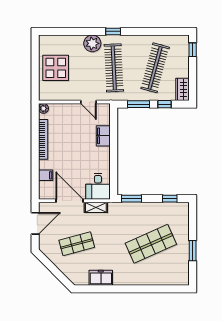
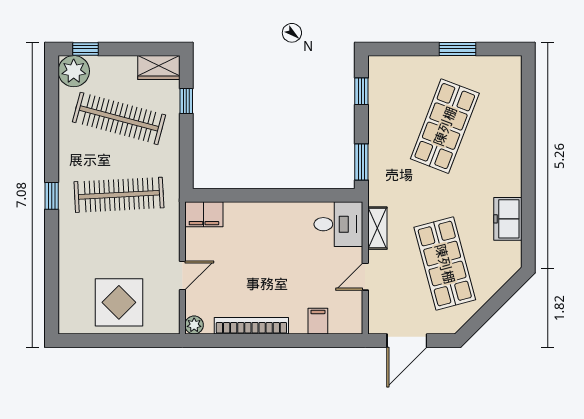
plant: (92, 43) -> (74, 71), moved
door: (88, 102) -> (182, 276), moved
window: (138, 104) -> (186, 149), removed
filing cabinet: (103, 136) -> (204, 214), moved
door: (70, 201) -> (365, 277), width x0.53
door: (35, 223) -> (407, 341), swing flipped
shop shelf: (77, 244) -> (445, 264), width x1.43, depth x1.36
shop shelf: (151, 244) -> (445, 126), turned 45

